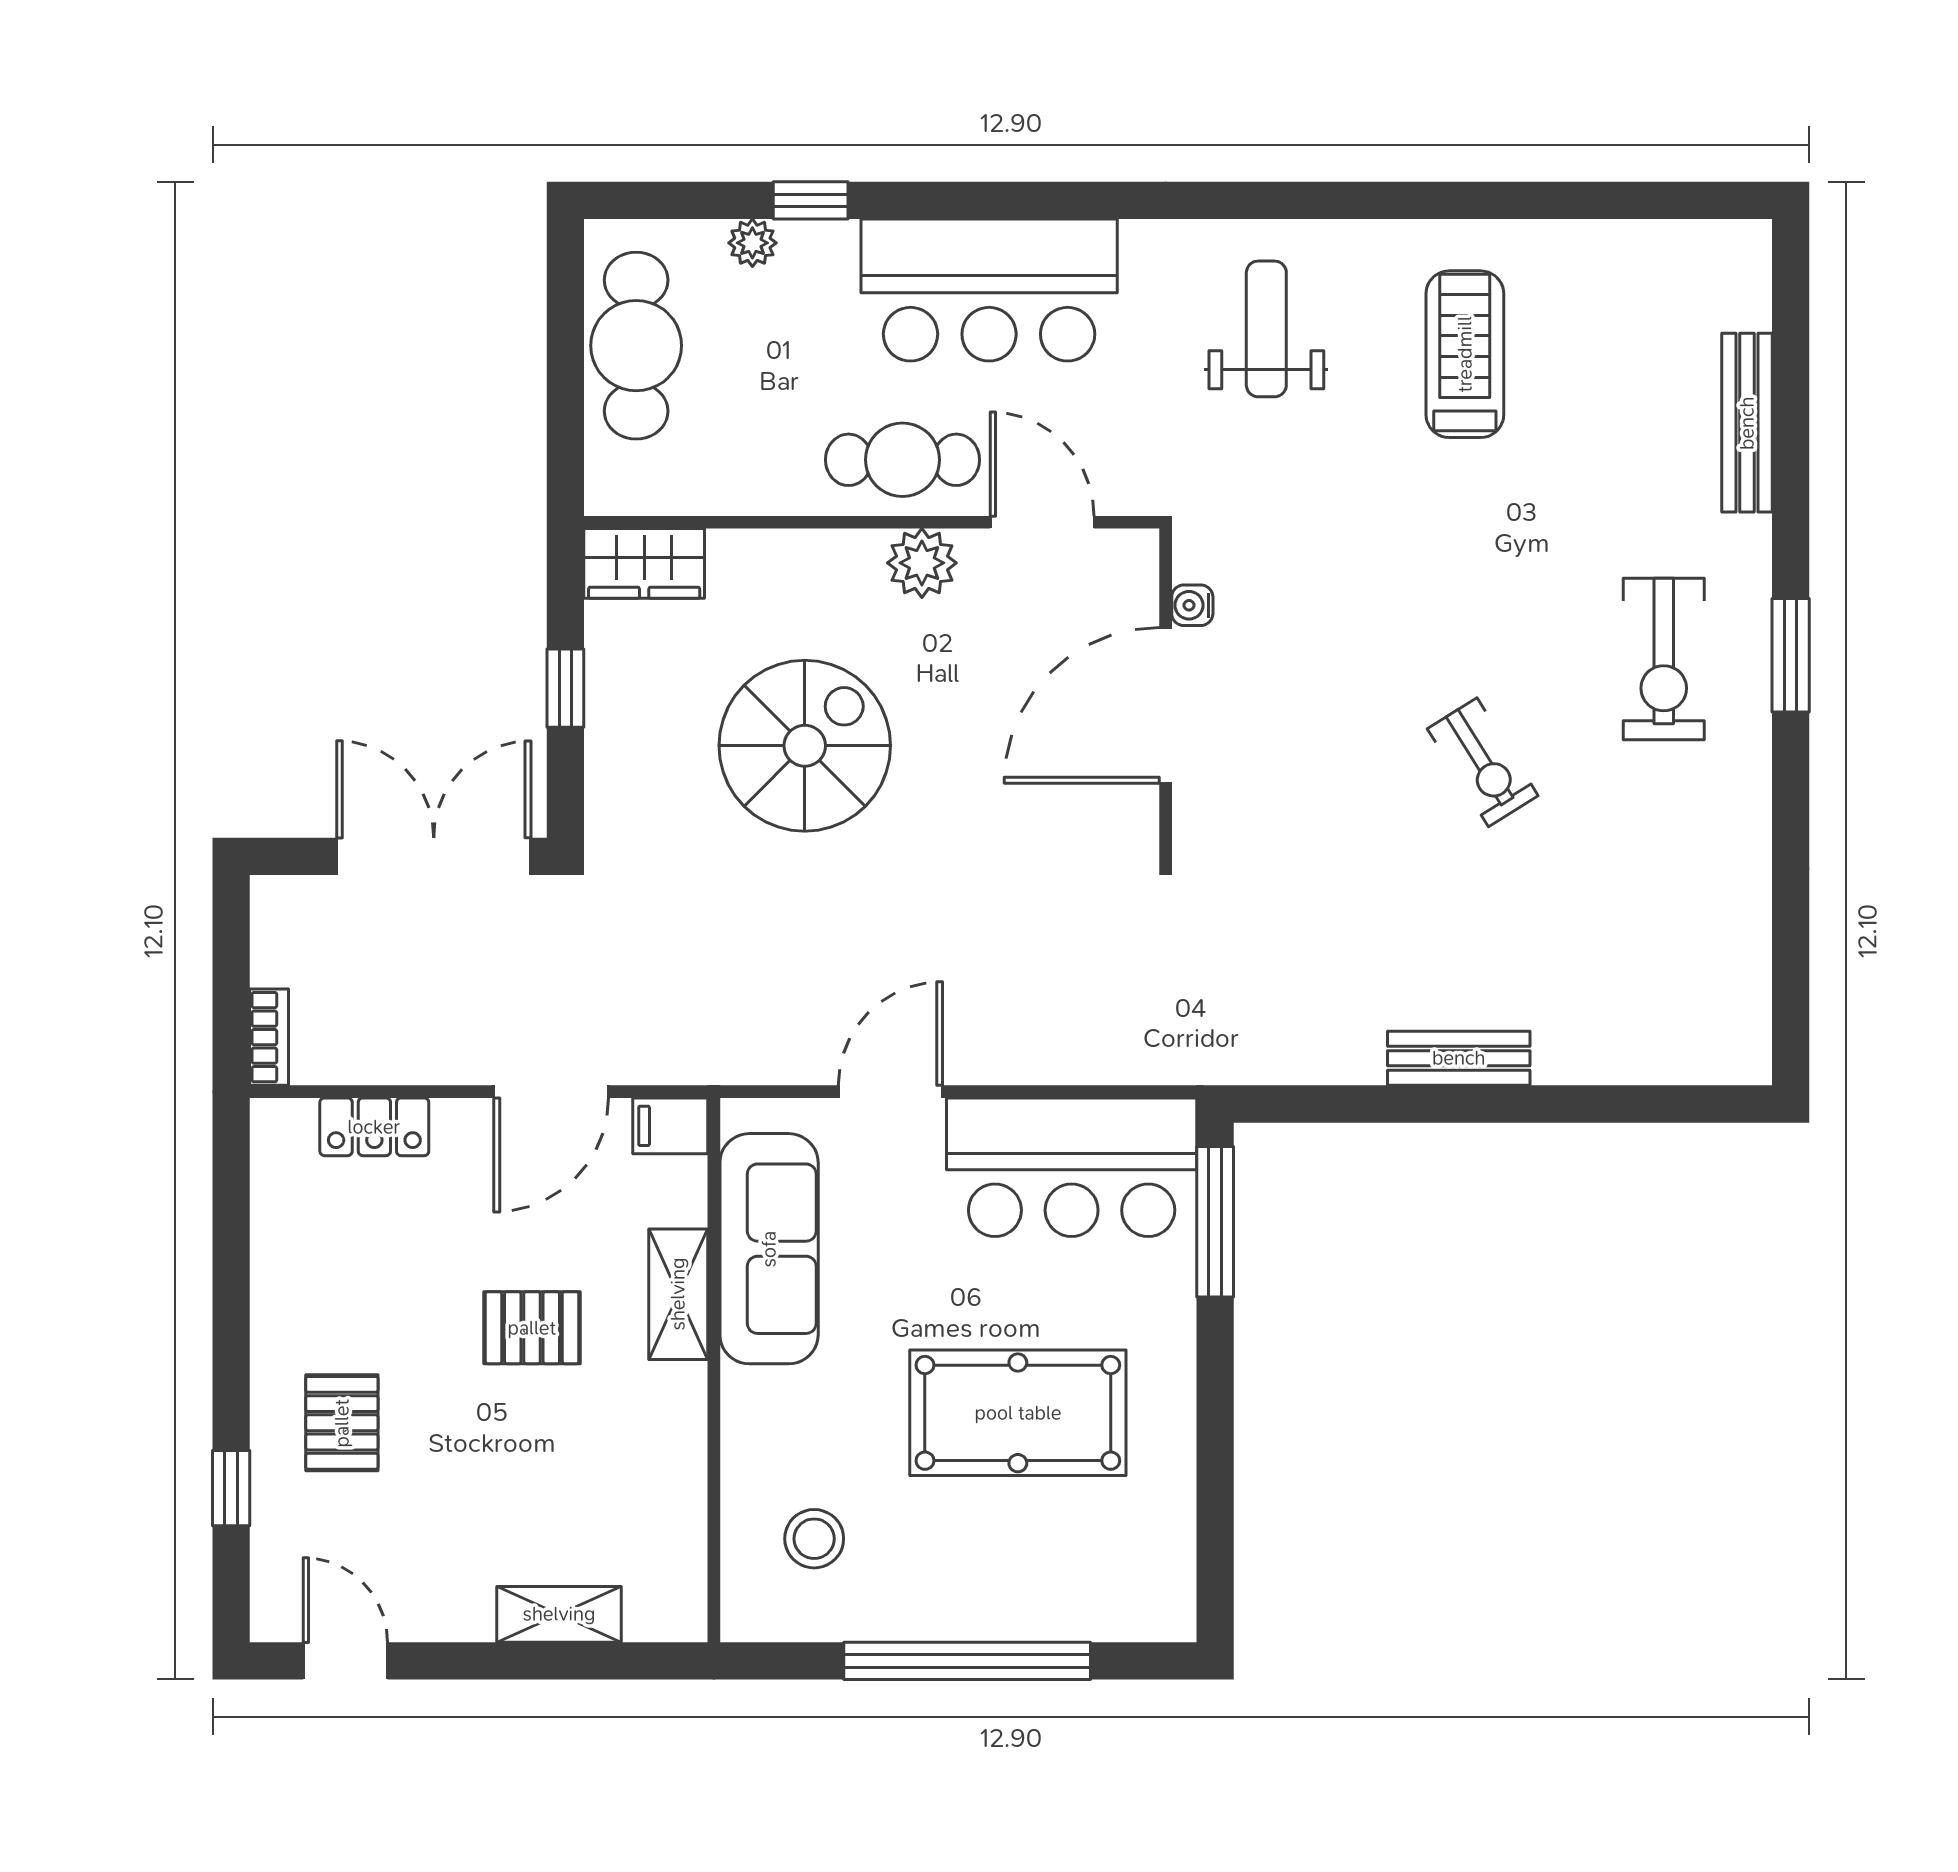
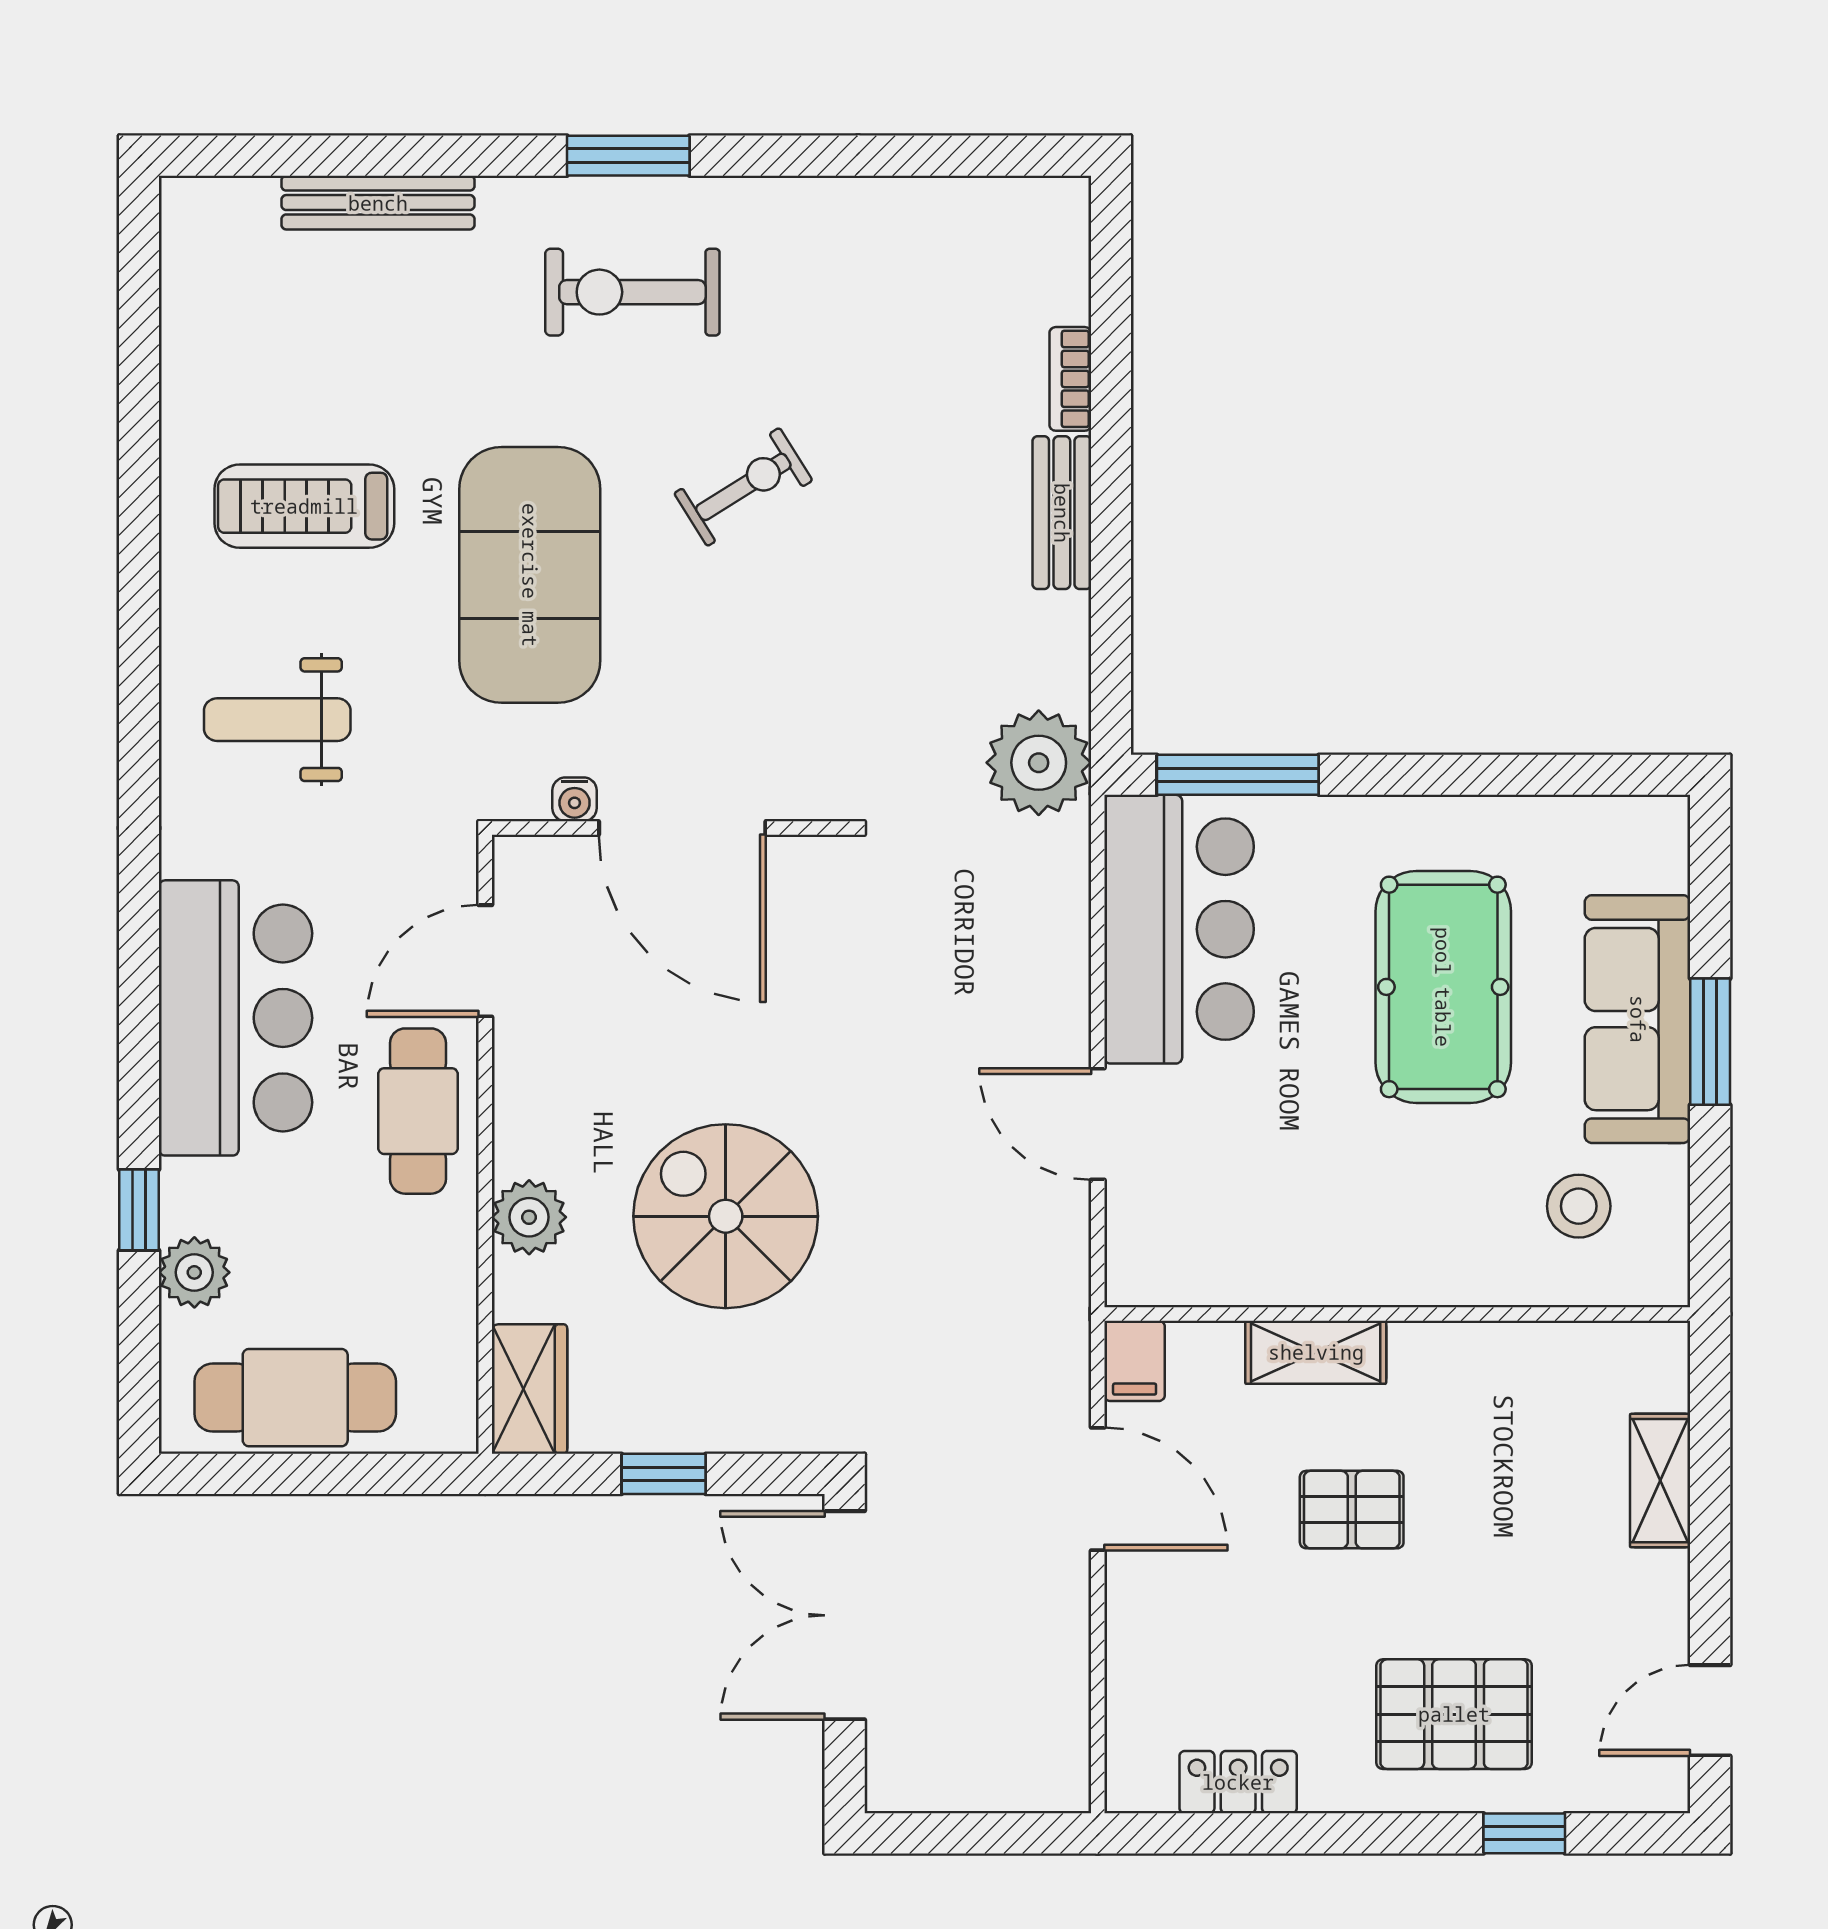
plant: (752, 243) -> (194, 1272), width x1.38, depth x1.38
plant: (922, 563) -> (529, 1217), moved
exercise mat: (1401, 564) -> (530, 575), added
exercise bike: (1664, 659) -> (632, 292), turned 180
bookcase: (269, 1037) -> (1070, 379), moved, turned -90
plant: (1226, 1037) -> (1039, 763), added
locker: (374, 1127) -> (1238, 1782), moved, turned -90
sofa: (769, 1249) -> (1638, 1019), moved, turned -90
pallet: (532, 1328) -> (1352, 1510), turned 90
pallet: (342, 1423) -> (1454, 1714), width x1.50, depth x1.42
window: (967, 1661) -> (1710, 1042), width x0.47

